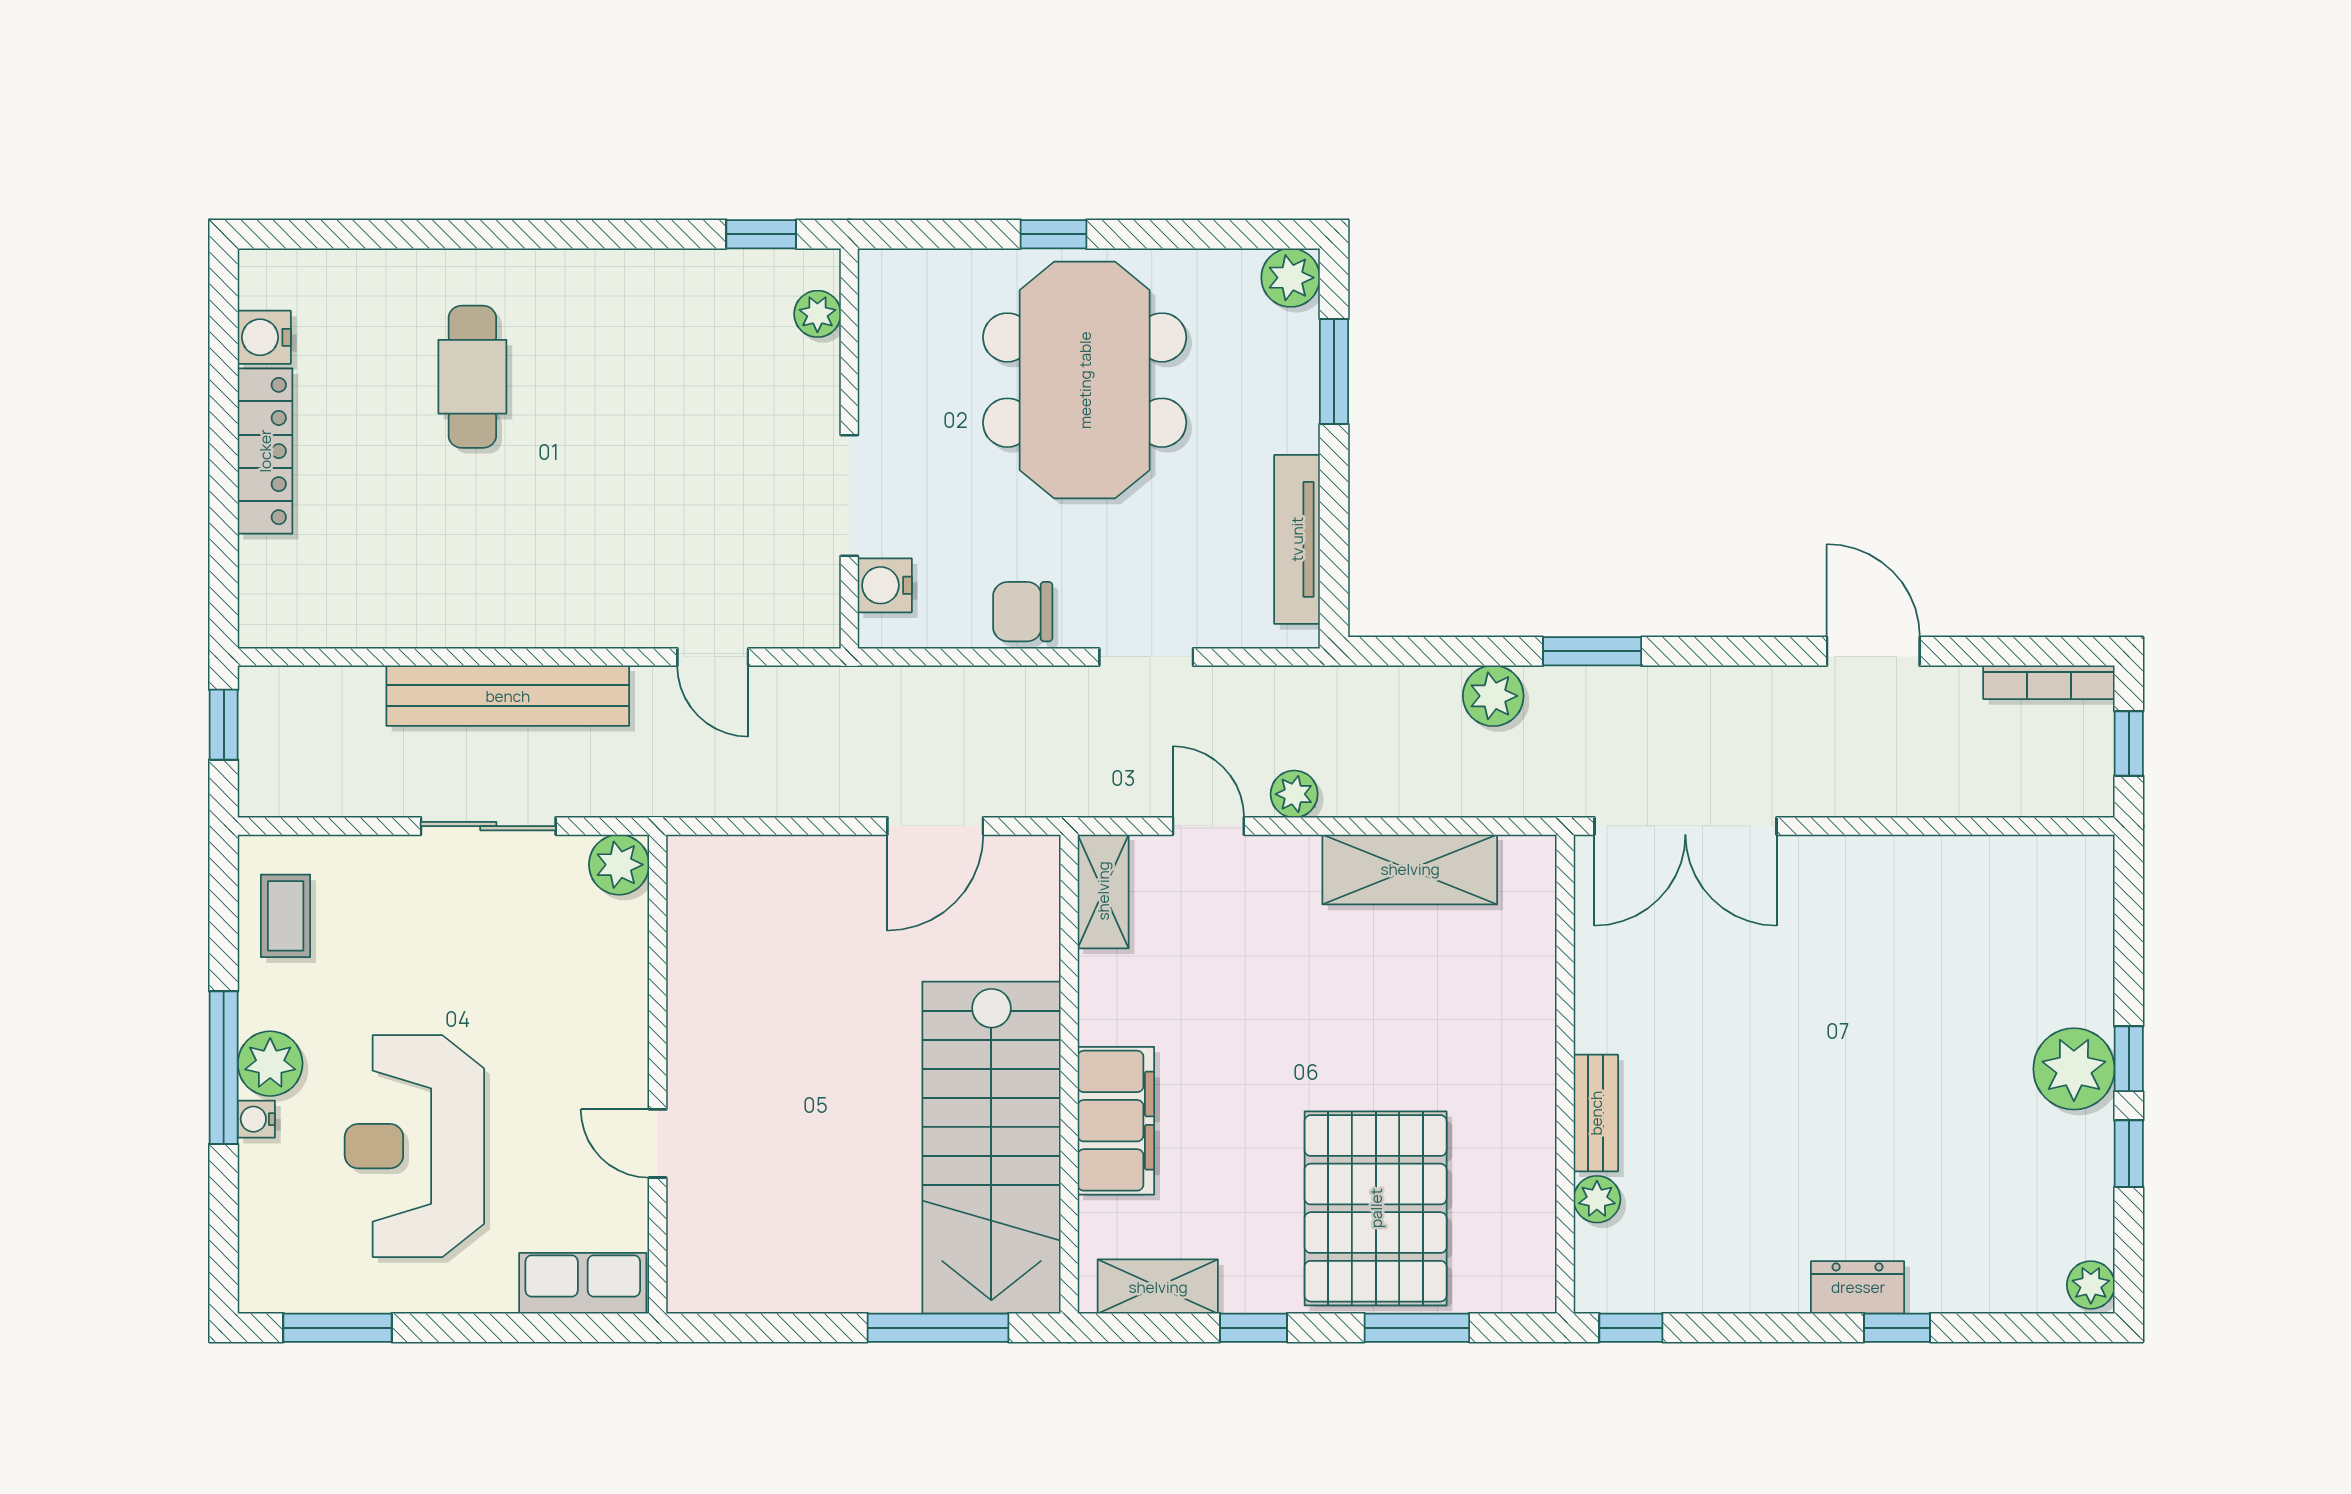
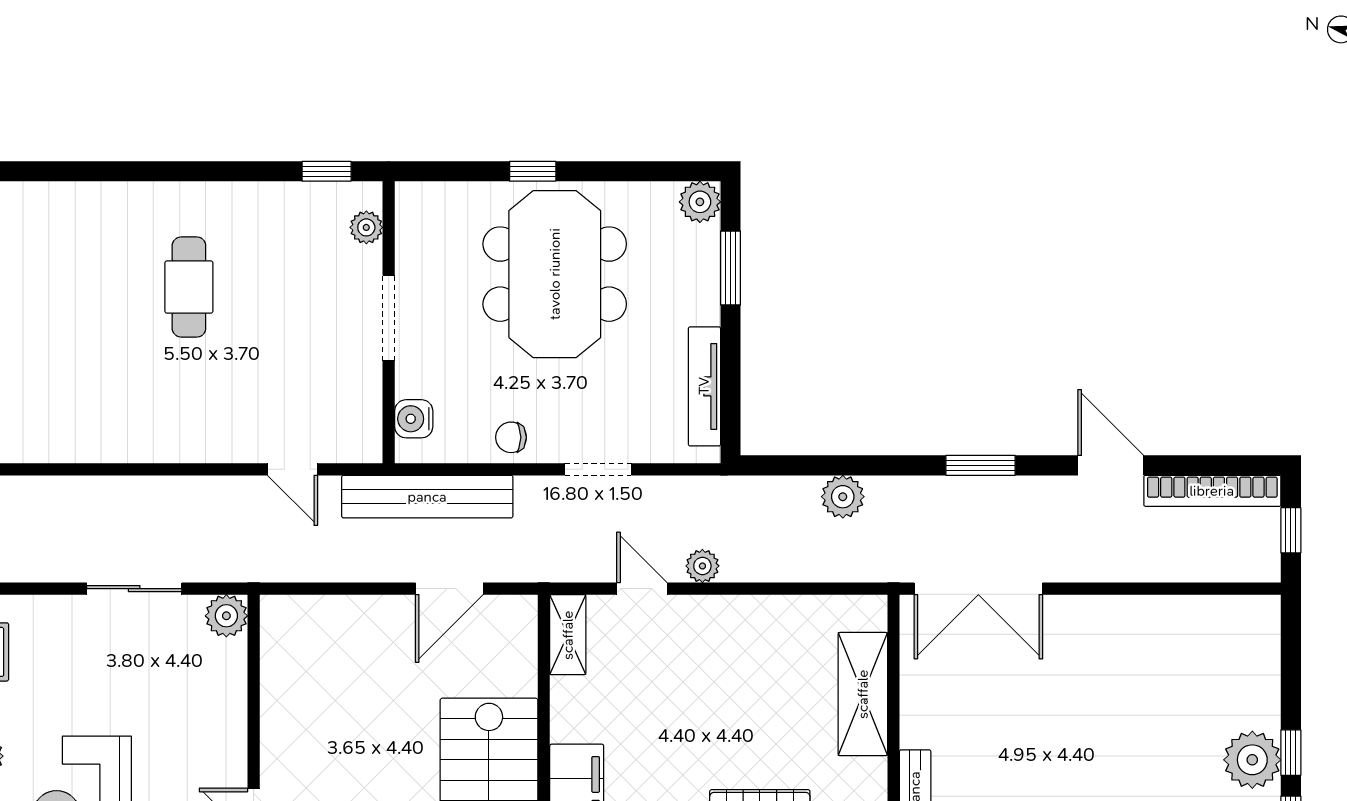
cafe table: (472, 377) -> (189, 287), moved
doorway: (849, 496) -> (389, 318), moved
chair: (1023, 612) -> (511, 437), width x0.73, depth x0.73
window: (1592, 651) -> (980, 465), moved
bookcase: (2049, 682) -> (1212, 491), width x1.48, depth x1.31
bench: (508, 696) -> (427, 497), moved
shelving: (1410, 869) -> (863, 694), moved, turned 90

